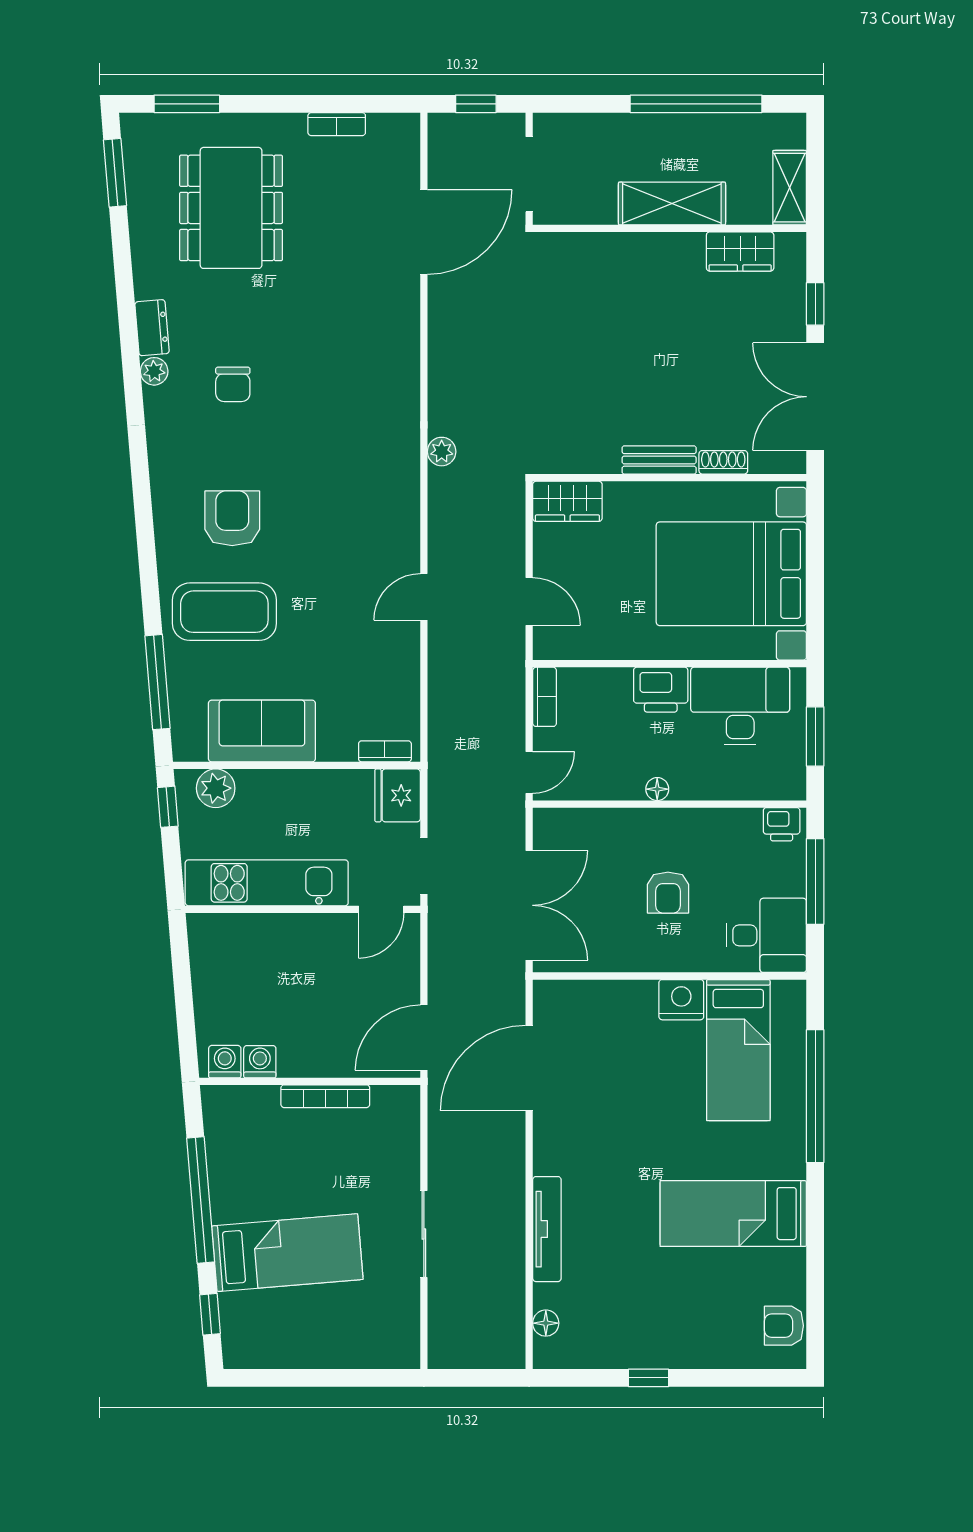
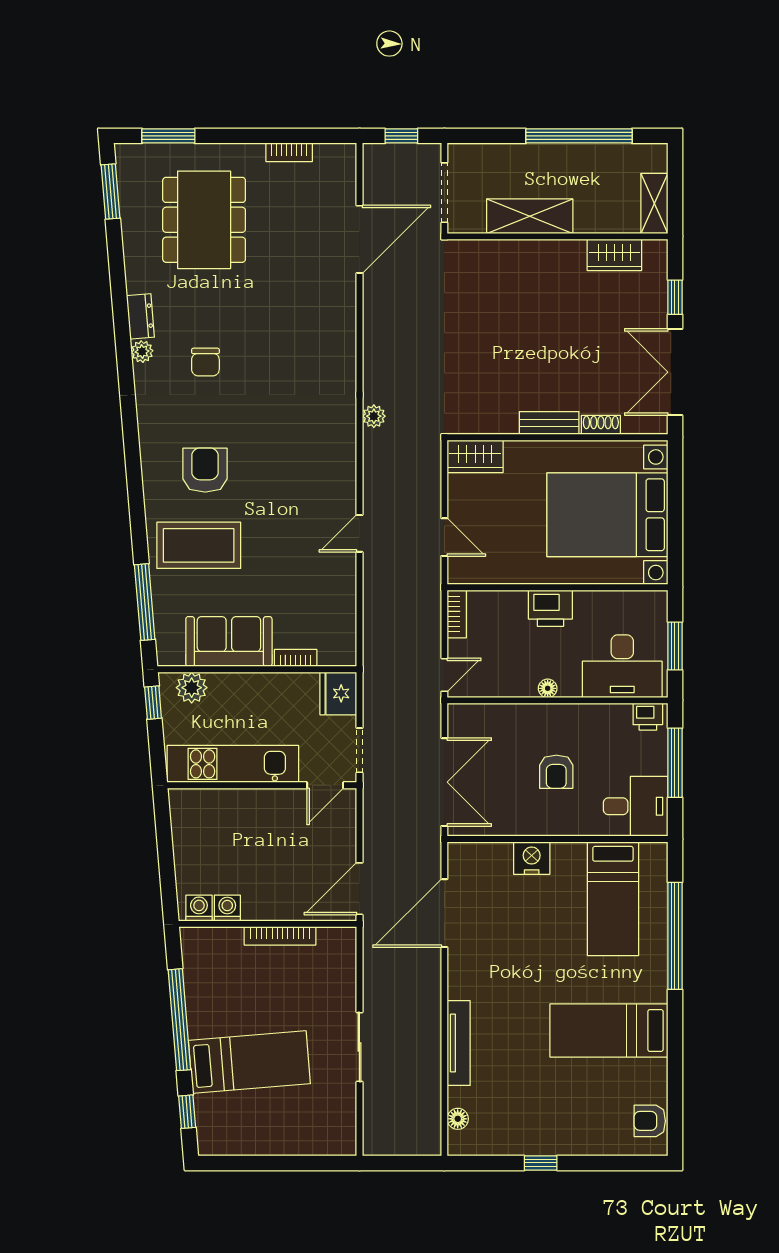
shelving: (672, 203) -> (530, 216), moved
desk: (740, 706) -> (622, 666), moved, turned 180
bookcase: (385, 751) -> (296, 658), moved
nightstand: (681, 1000) -> (532, 858), moved

